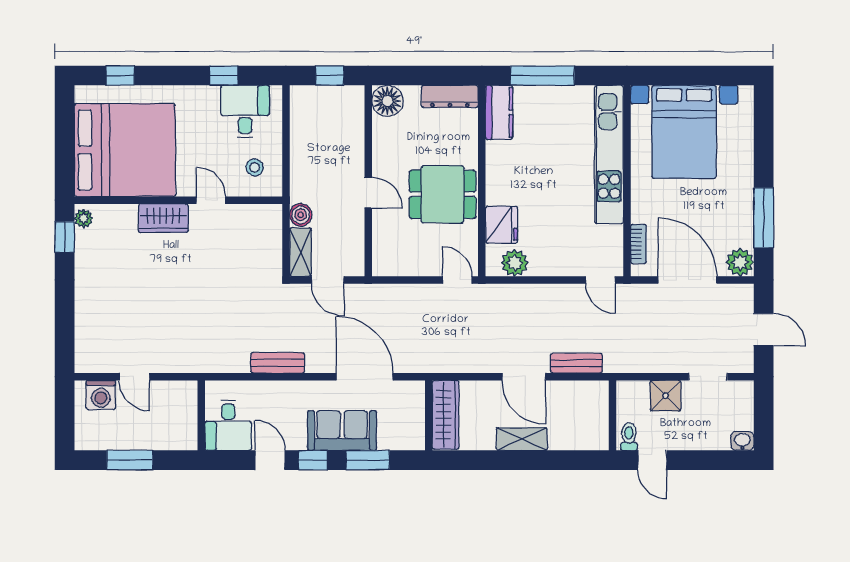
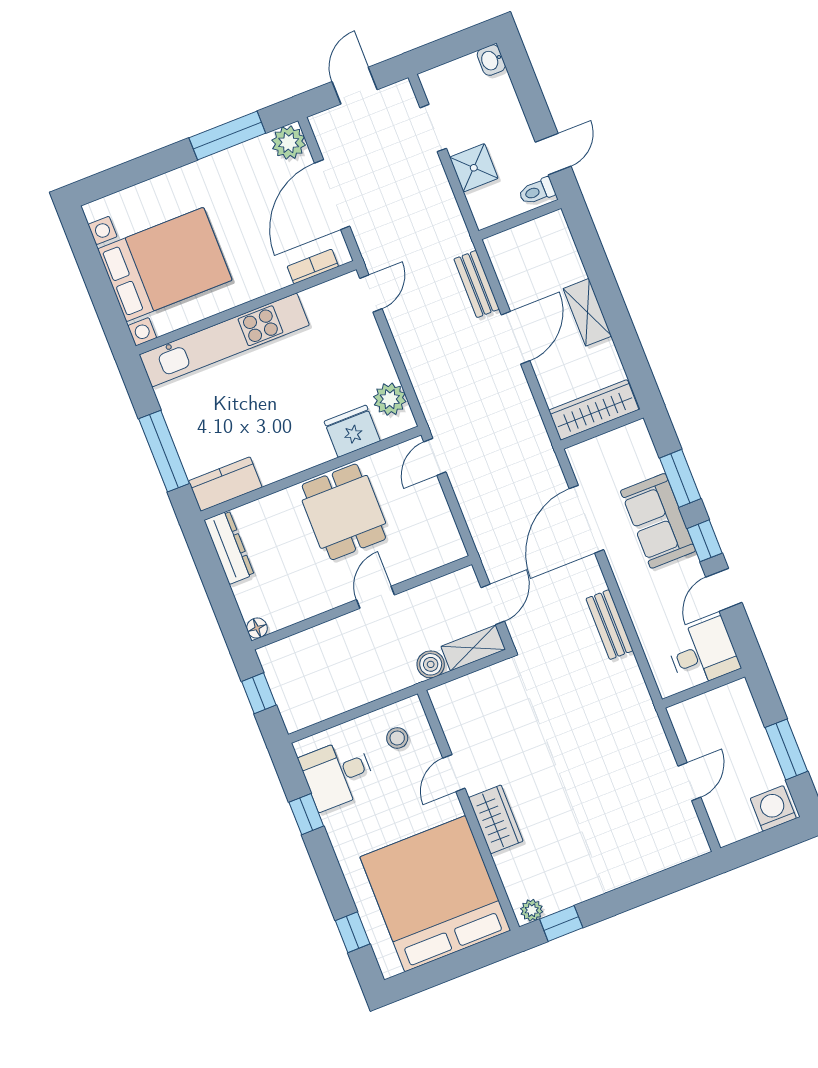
floor lamp: (387, 101) -> (257, 628), width x0.53, depth x0.53
washing machine: (101, 395) -> (773, 808), moved, turned -90

